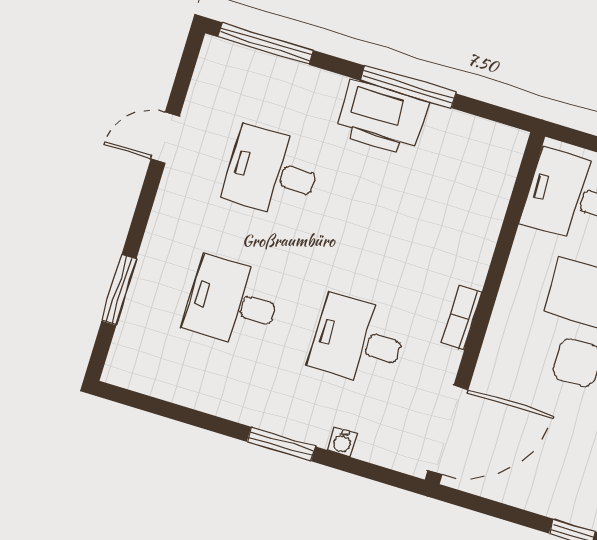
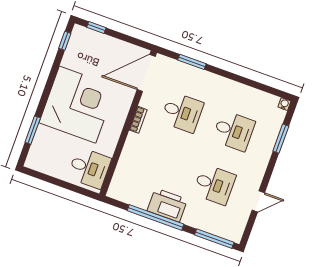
window: (408, 87) -> (156, 217), width x1.46
water cooler: (343, 442) -> (284, 104), moved
window: (281, 444) -> (192, 62), moved

